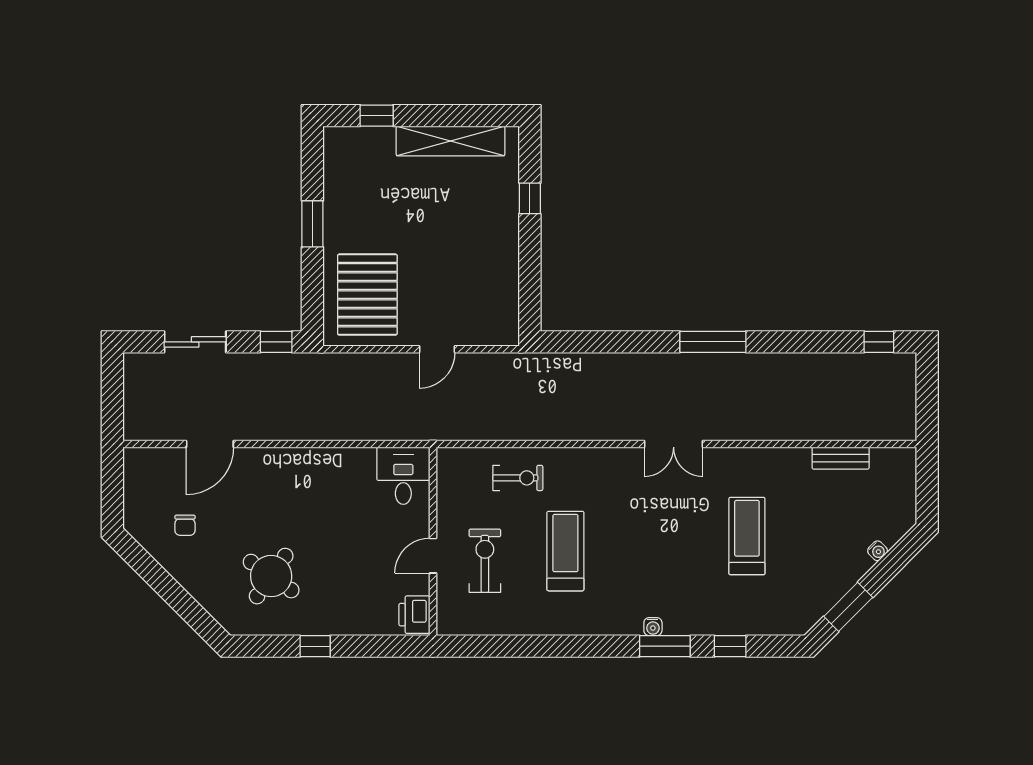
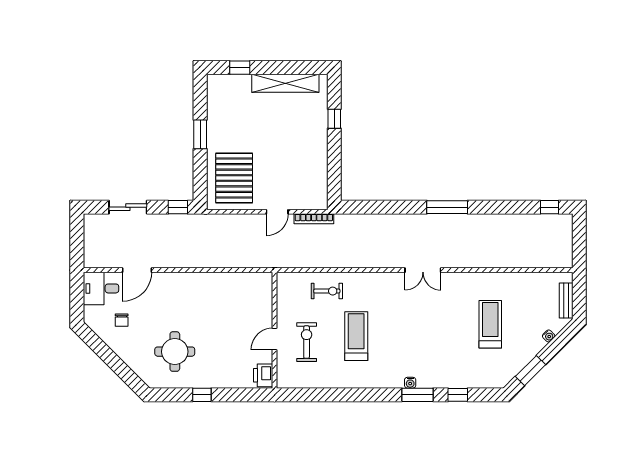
bookcase: (497, 361) -> (314, 219), added
bench: (841, 458) -> (566, 300), moved, turned 90
desk: (403, 476) -> (101, 288), moved, turned -90
treadmill: (747, 536) -> (490, 324), moved
round table: (271, 576) -> (175, 352), turned -35

